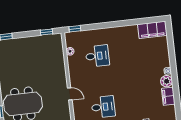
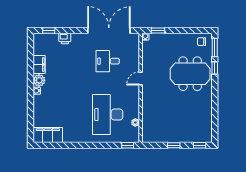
window: (46, 32) -> (174, 145), moved
desk: (97, 56) -> (108, 115), width x1.87, depth x1.30
door: (70, 94) -> (141, 79), hinge flipped

